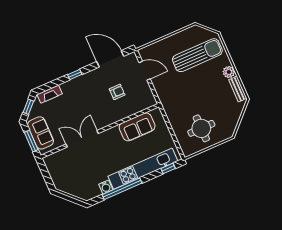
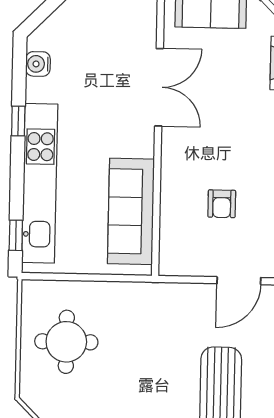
sofa: (137, 127) -> (131, 211), width x1.36
water cooler: (106, 187) -> (38, 64), moved
window: (122, 189) -> (18, 121), width x0.32

